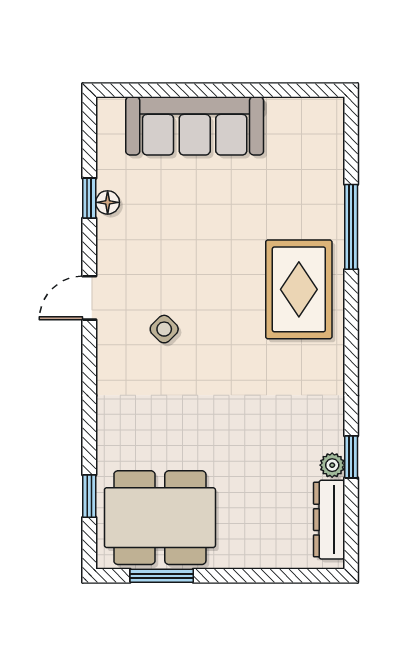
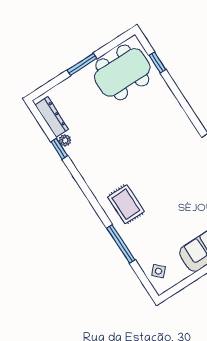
rug: (299, 289) -> (126, 204), width x0.73, depth x0.70
side table: (164, 329) -> (159, 271), moved
window: (162, 576) -> (82, 64), moved

